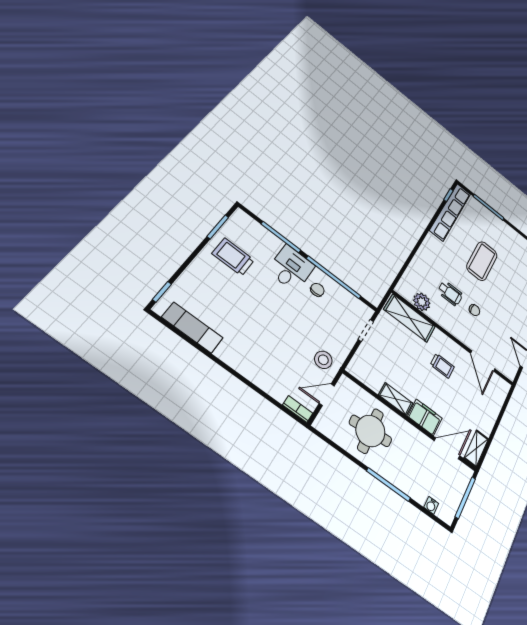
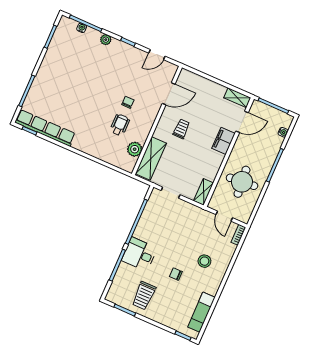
coffee table: (482, 261) -> (81, 96), removed
chair: (317, 290) -> (176, 274), moved
stool: (323, 360) -> (204, 261), moved
shelving: (396, 399) -> (204, 192), moved
door: (447, 448) -> (242, 122), swing flipped

